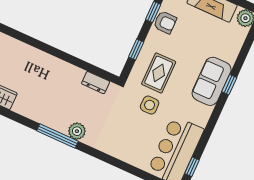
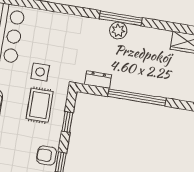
window: (62, 55) -> (137, 97), added
plant: (77, 131) -> (118, 31), moved

